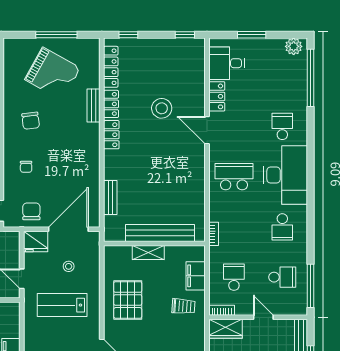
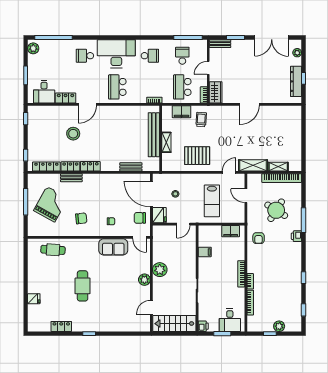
school desk: (234, 277) -> (182, 87), width x1.85
lab bench: (62, 305) -> (212, 201), moved

